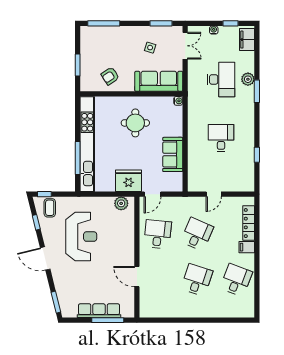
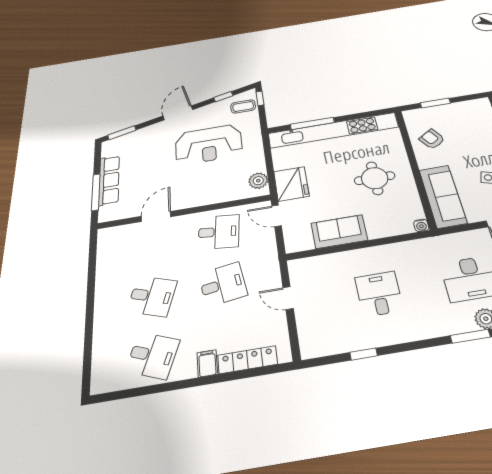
desk: (221, 138) -> (379, 294), turned -90
desk: (197, 234) -> (223, 284), turned -33

